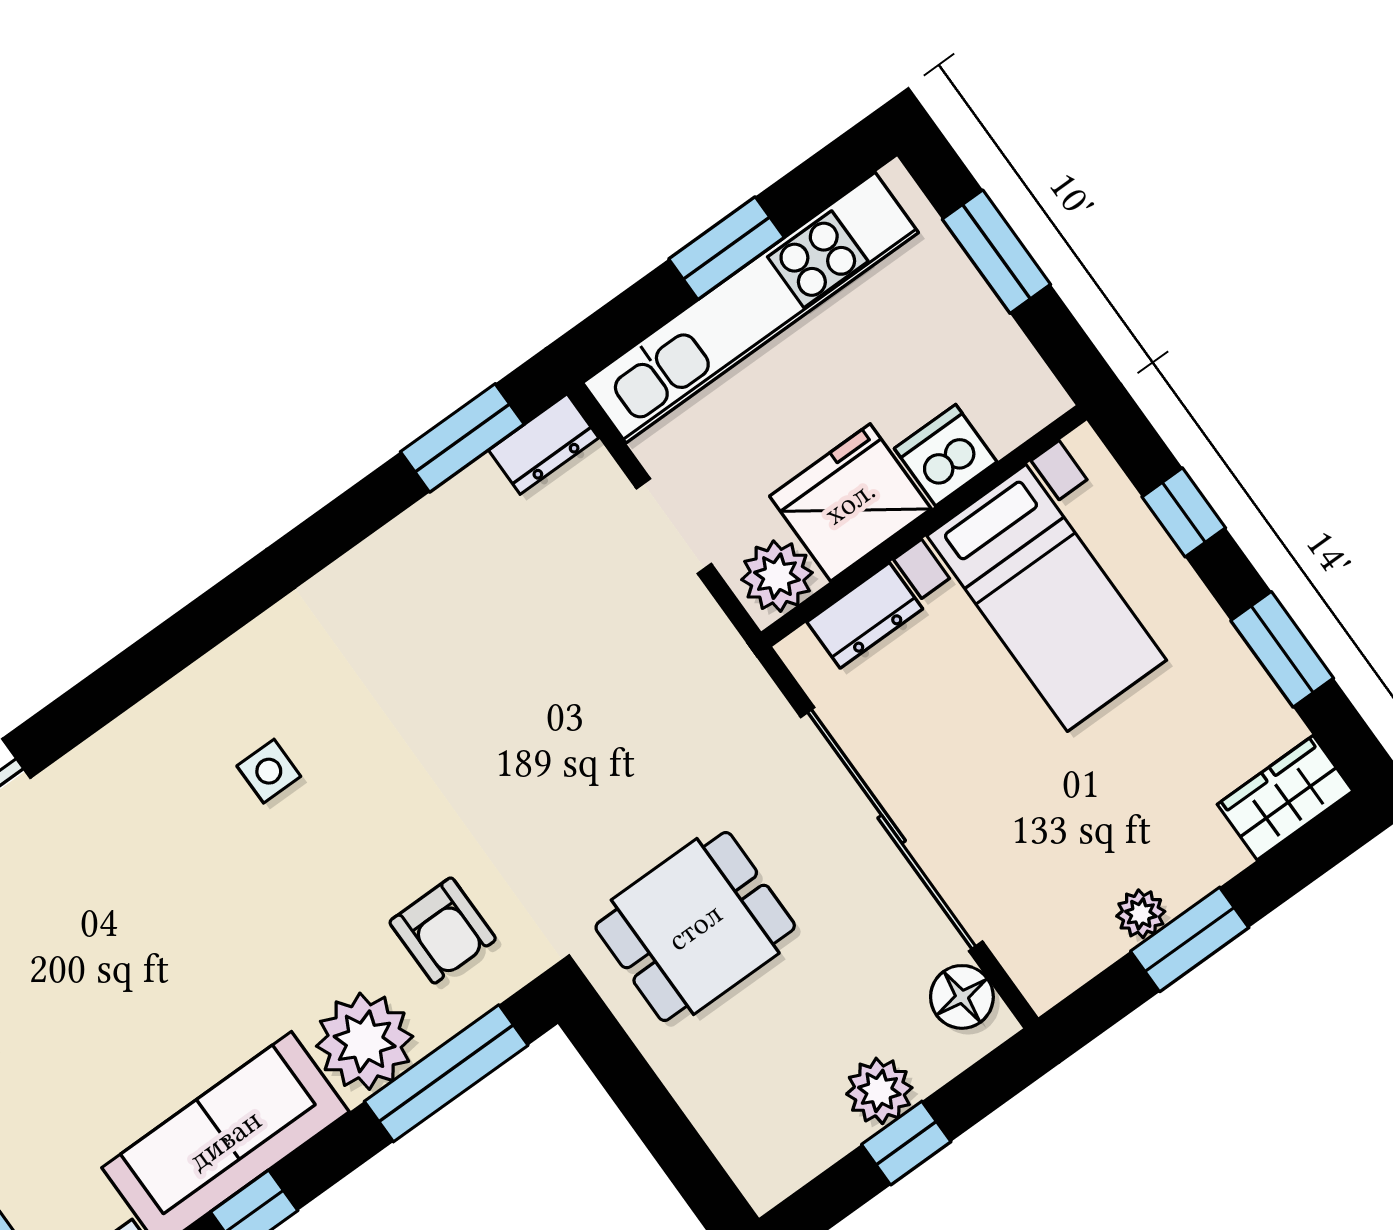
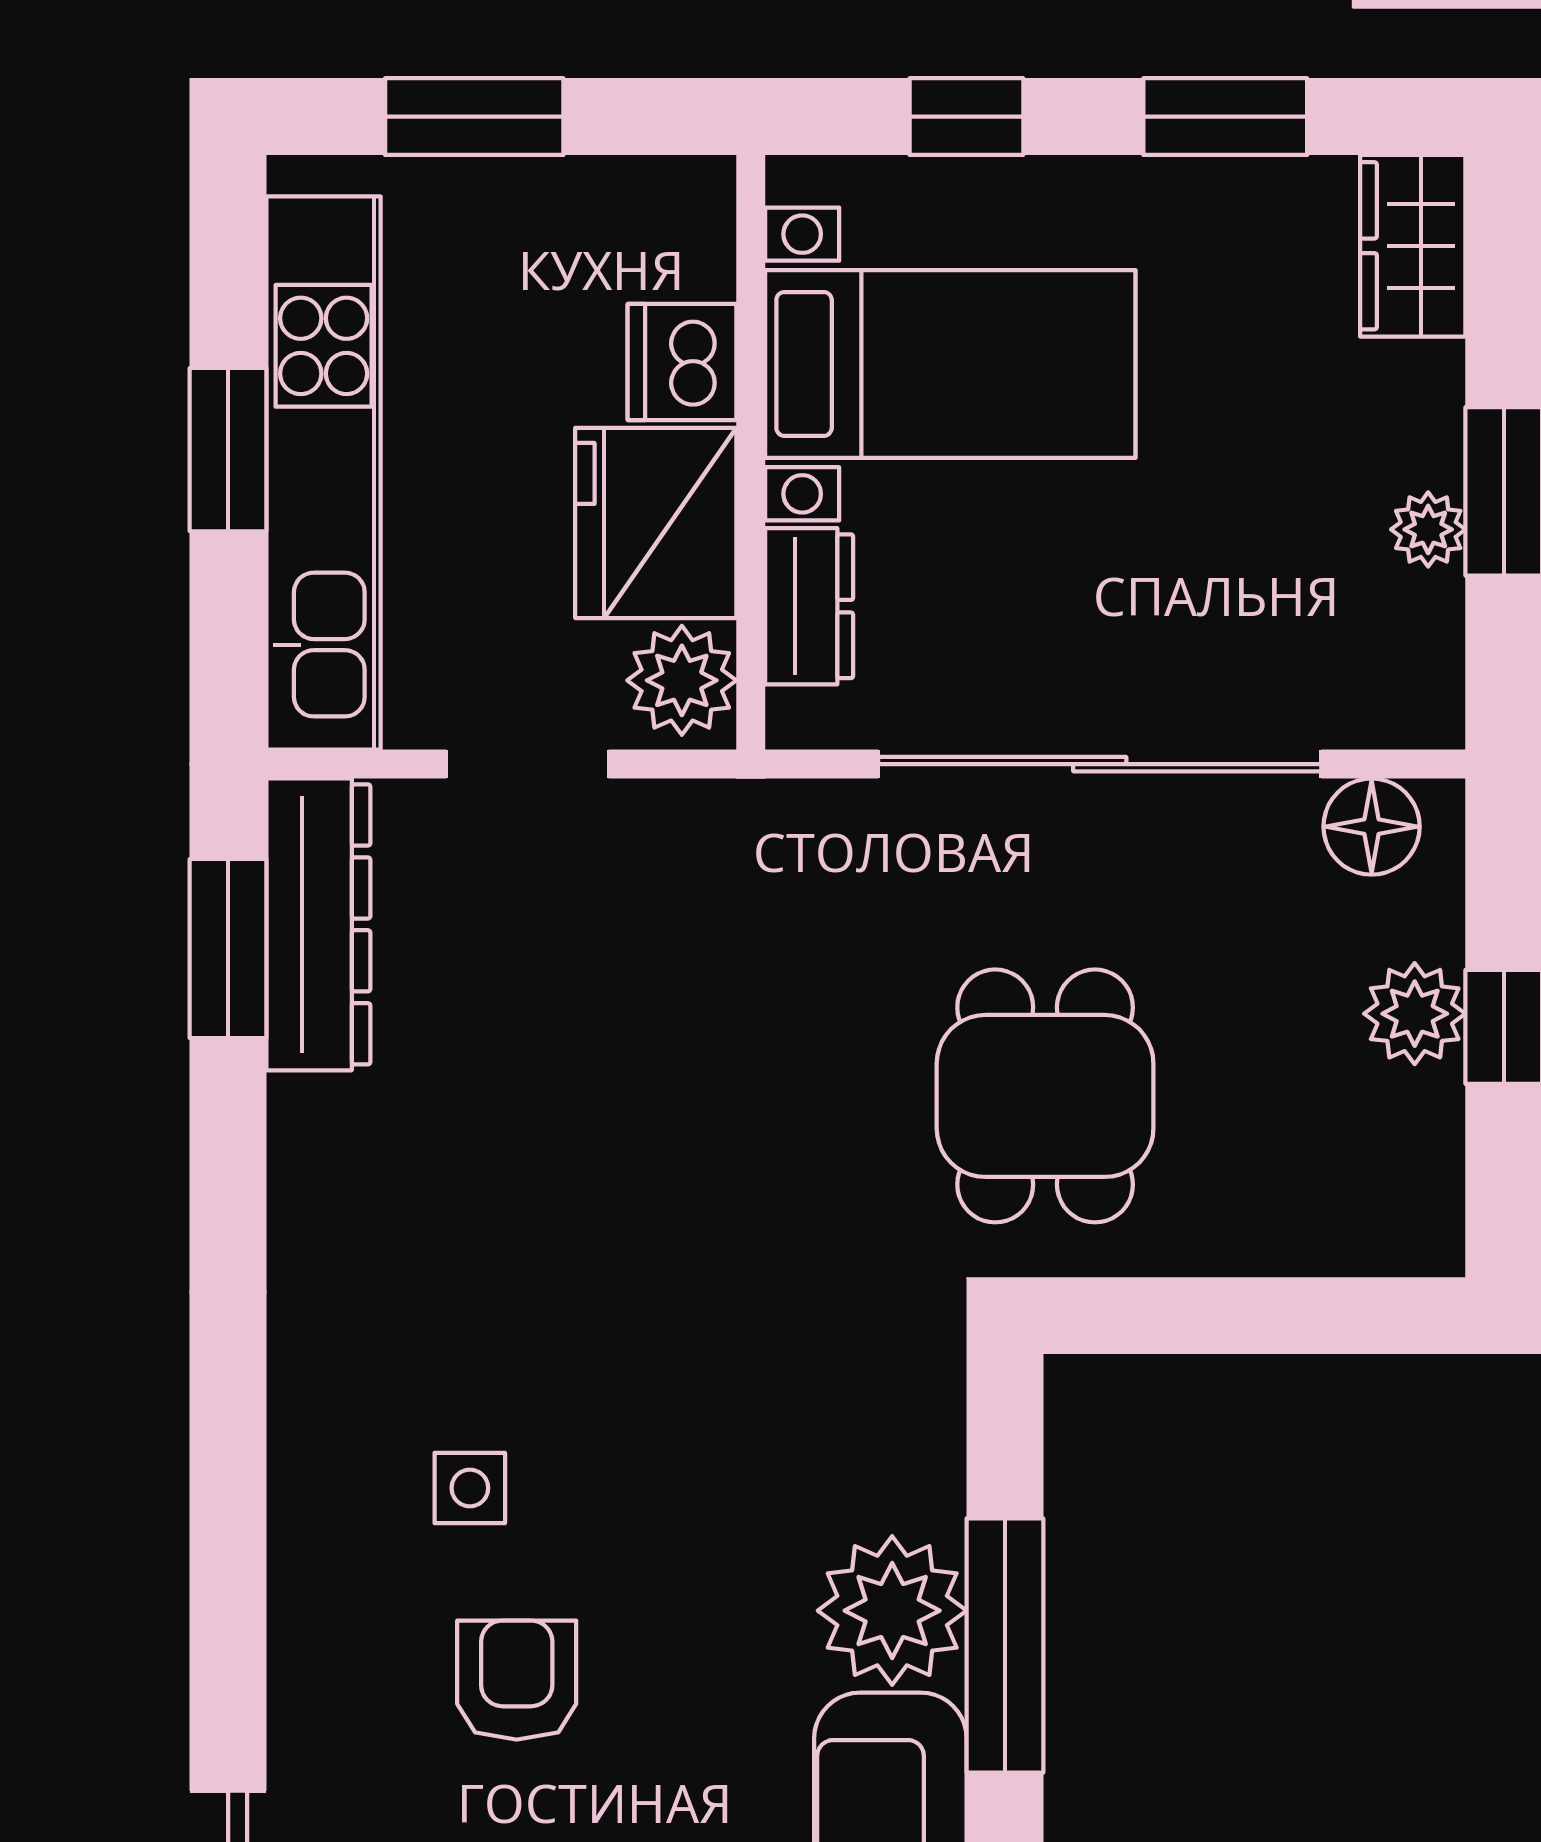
dresser: (544, 444) -> (318, 924), width x1.96, depth x1.24
armchair: (443, 930) -> (517, 1680), moved, turned -90
window: (446, 1073) -> (1005, 1646), moved

